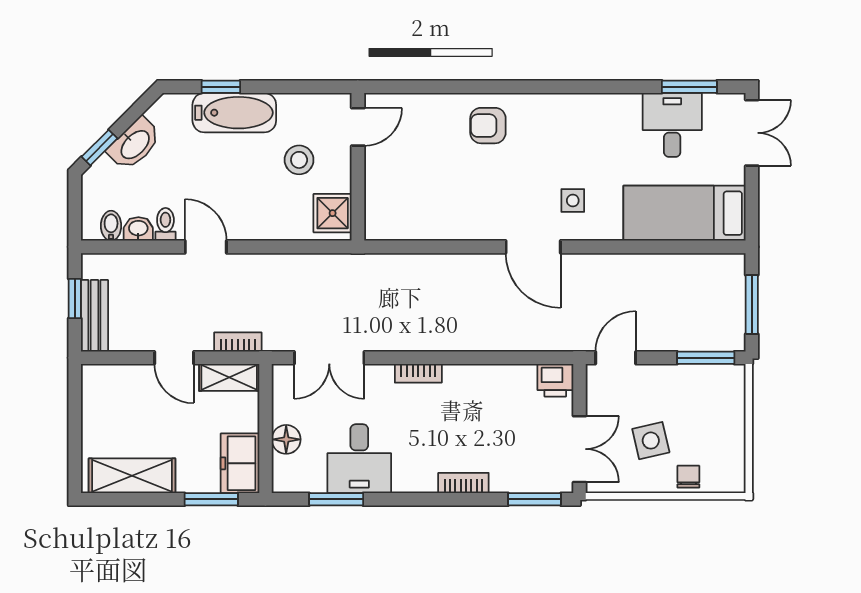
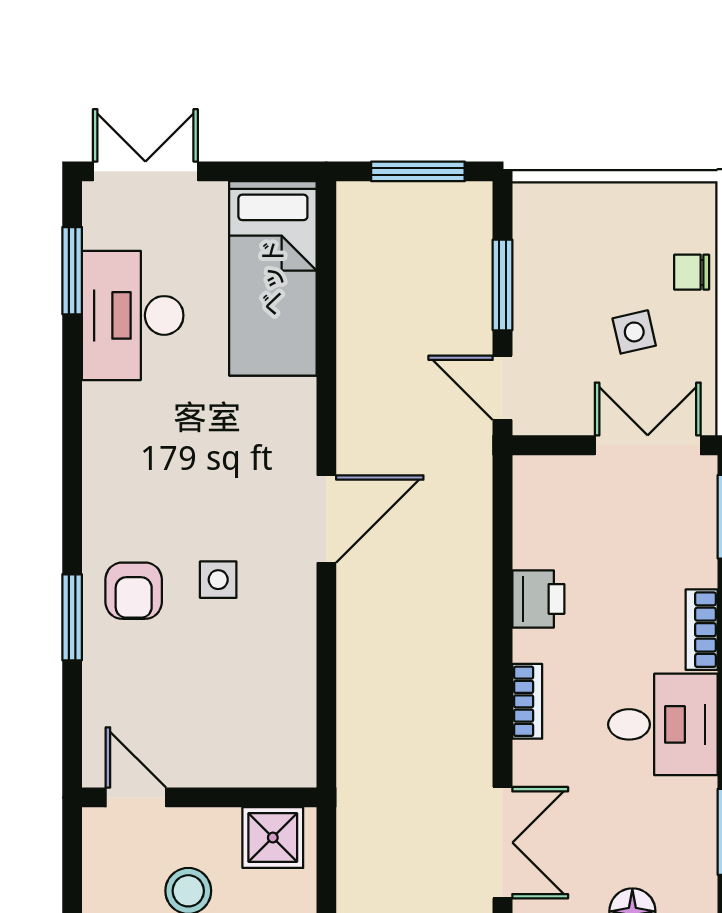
window: (471, 87) -> (72, 617), added
desk: (672, 125) -> (133, 315), width x1.37
side table: (573, 201) -> (218, 580), moved
window: (706, 358) -> (502, 285), moved
printer: (555, 380) -> (538, 599), moved
side table: (651, 441) -> (634, 332), width x0.73, depth x0.73
desk: (359, 459) -> (663, 724), moved

